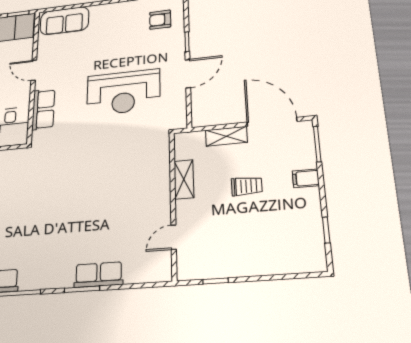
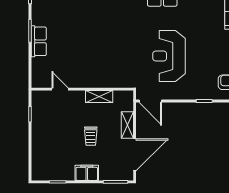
door: (188, 74) -> (150, 101), moved
filing cabinet: (306, 178) -> (87, 173), width x2.00

